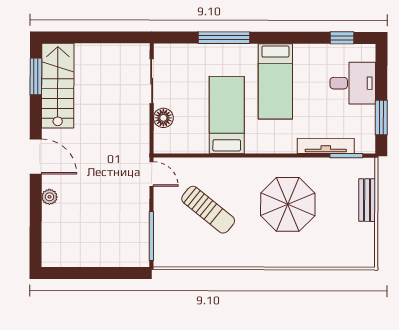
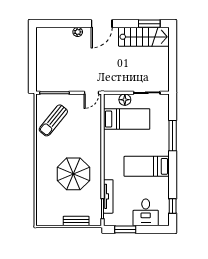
bed: (227, 115) -> (127, 119), moved
sun lounger: (208, 210) -> (53, 120), moved

